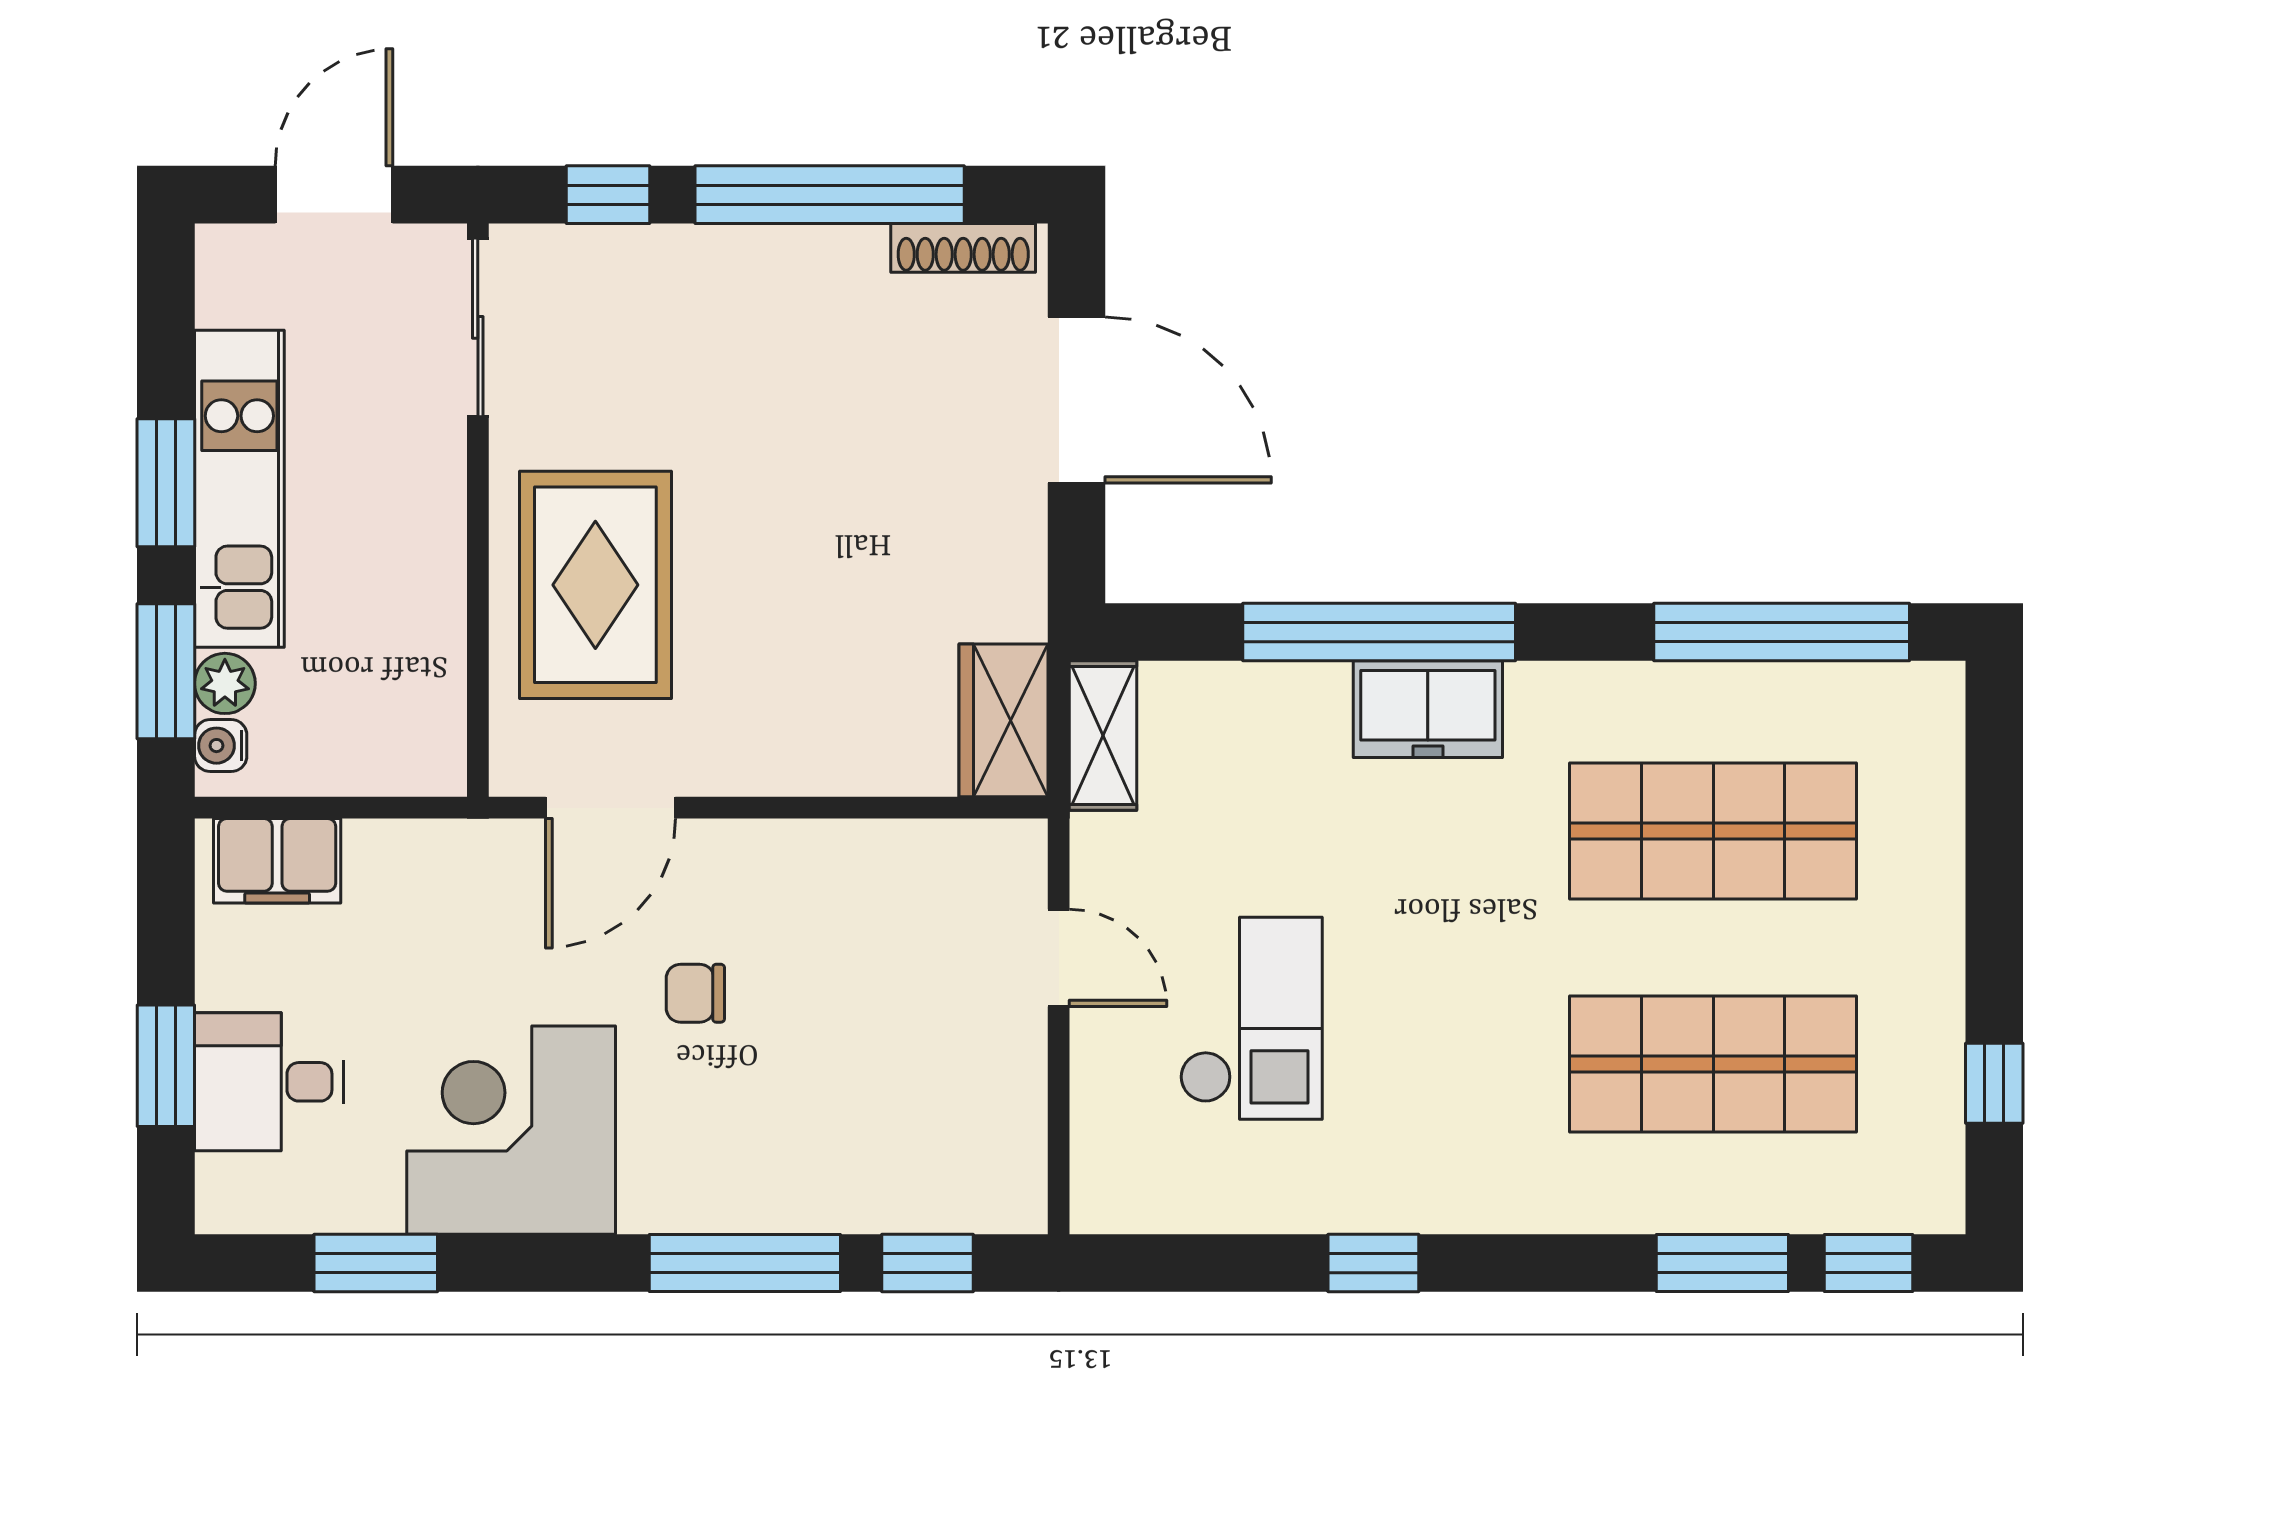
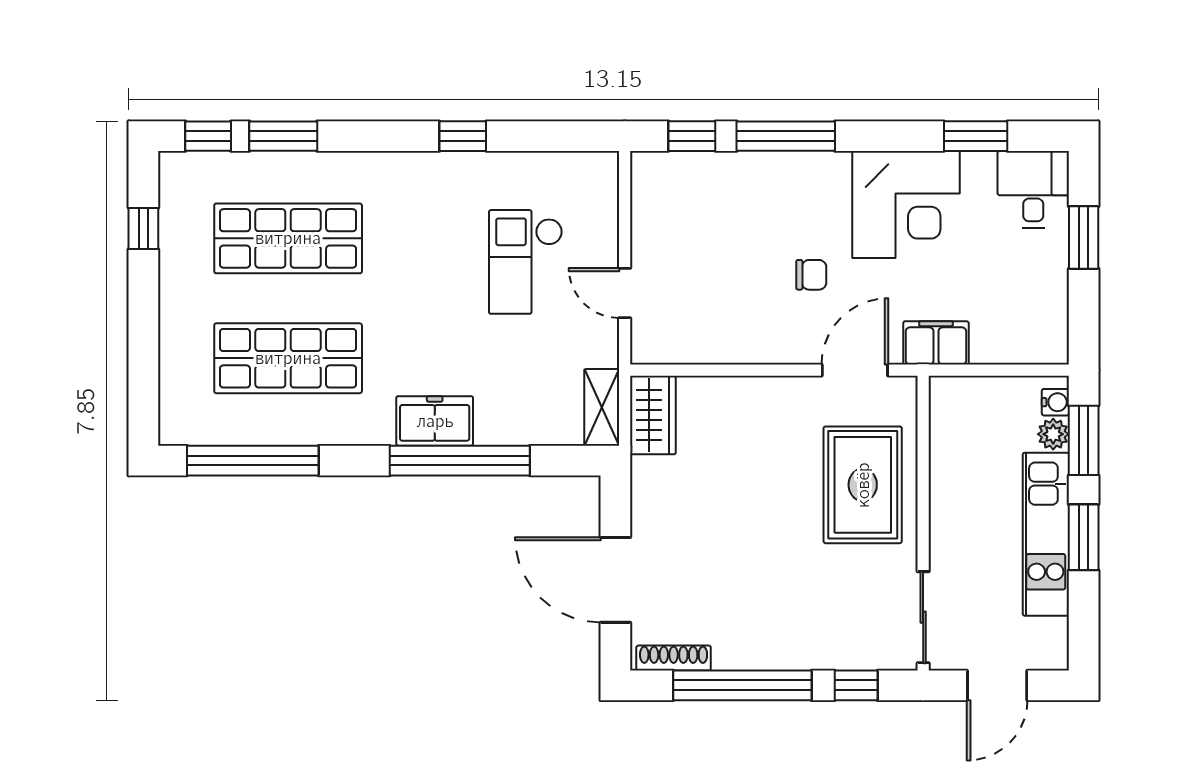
filing cabinet: (277, 861) -> (936, 343), moved
desk: (269, 1082) -> (1033, 189), moved, turned -90

